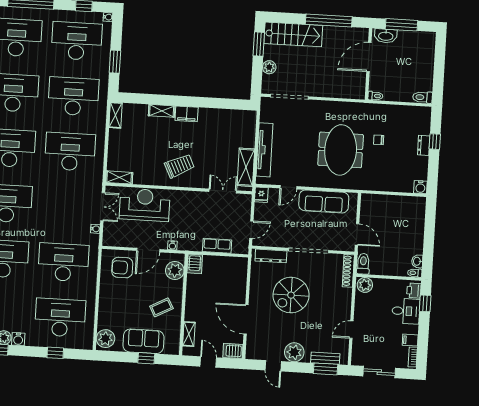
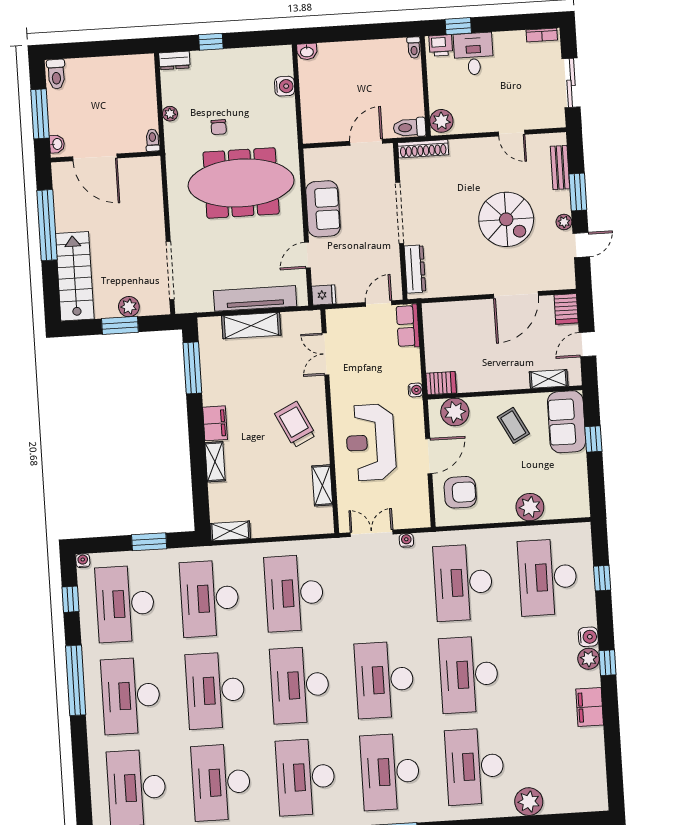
washbasin: (386, 36) -> (57, 144), width x0.52, depth x0.69
window: (259, 44) -> (120, 325), moved
toilet: (423, 97) -> (56, 74), moved
window: (224, 104) -> (192, 368), added
plant: (391, 109) -> (170, 114), added
dresser: (424, 145) -> (174, 60), moved
meeting table: (341, 150) -> (241, 183), width x1.36
shelving: (246, 167) -> (251, 326), moved
shelving: (119, 177) -> (322, 485), moved
door: (288, 187) -> (307, 255), swing flipped
water cooler: (420, 187) -> (285, 86), moved
sofa: (324, 201) -> (323, 209), width x0.73
reception desk: (145, 205) -> (371, 442), moved
door: (251, 230) -> (379, 304), hinge flipped
water cooler: (172, 245) -> (415, 390), moved
row of seats: (217, 246) -> (408, 326), moved
door: (148, 250) -> (429, 456), hinge flipped
washbasin: (417, 261) -> (307, 52), moved
armchair: (122, 268) -> (460, 492), turned -90
spiral stairs: (291, 295) -> (506, 219), moved
plant: (105, 339) -> (530, 507), moved
filing cabinet: (410, 340) -> (517, 42), removed
sofa: (143, 341) -> (567, 422), moved
plant: (294, 352) -> (564, 222), width x0.53, depth x0.53
window: (325, 369) -> (578, 192), moved

